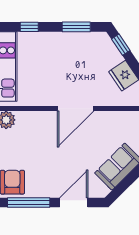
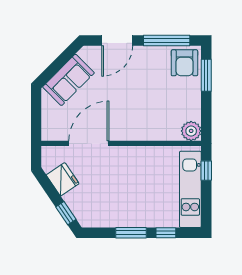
window: (76, 27) -> (131, 233), moved
door: (76, 108) -> (89, 143), moved

